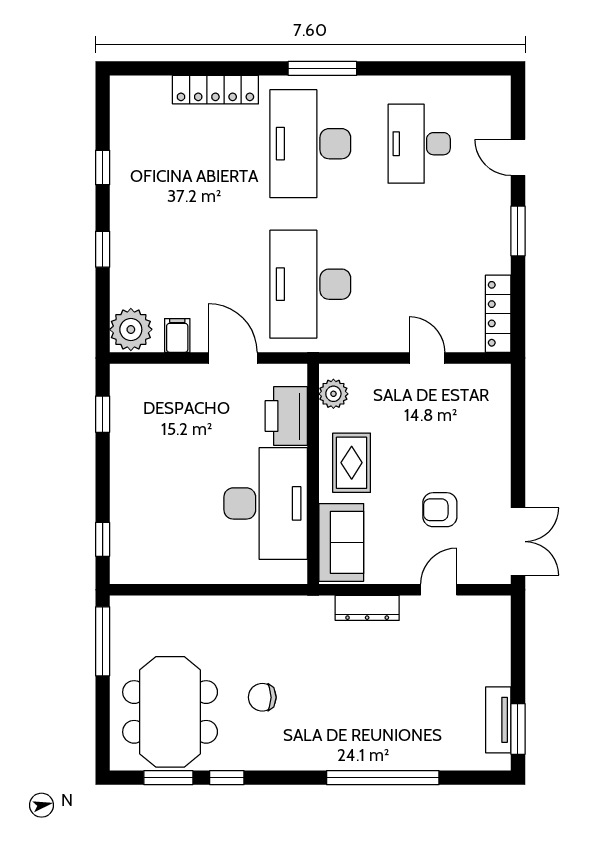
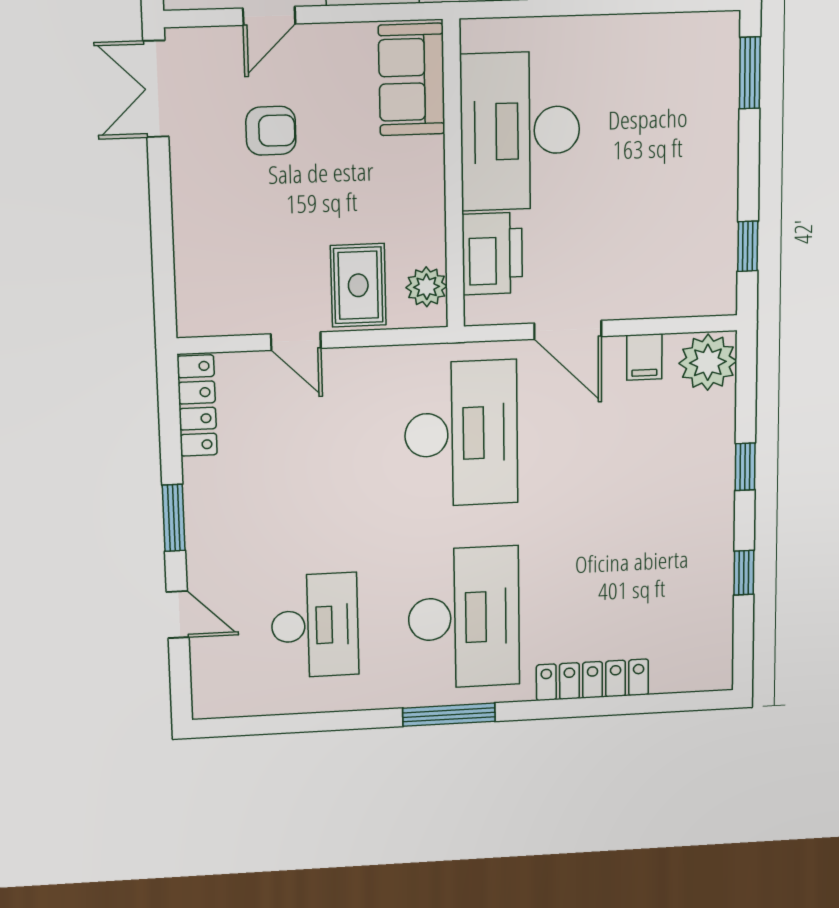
rug: (352, 463) -> (358, 285), moved
window: (103, 539) -> (750, 73), width x1.50

